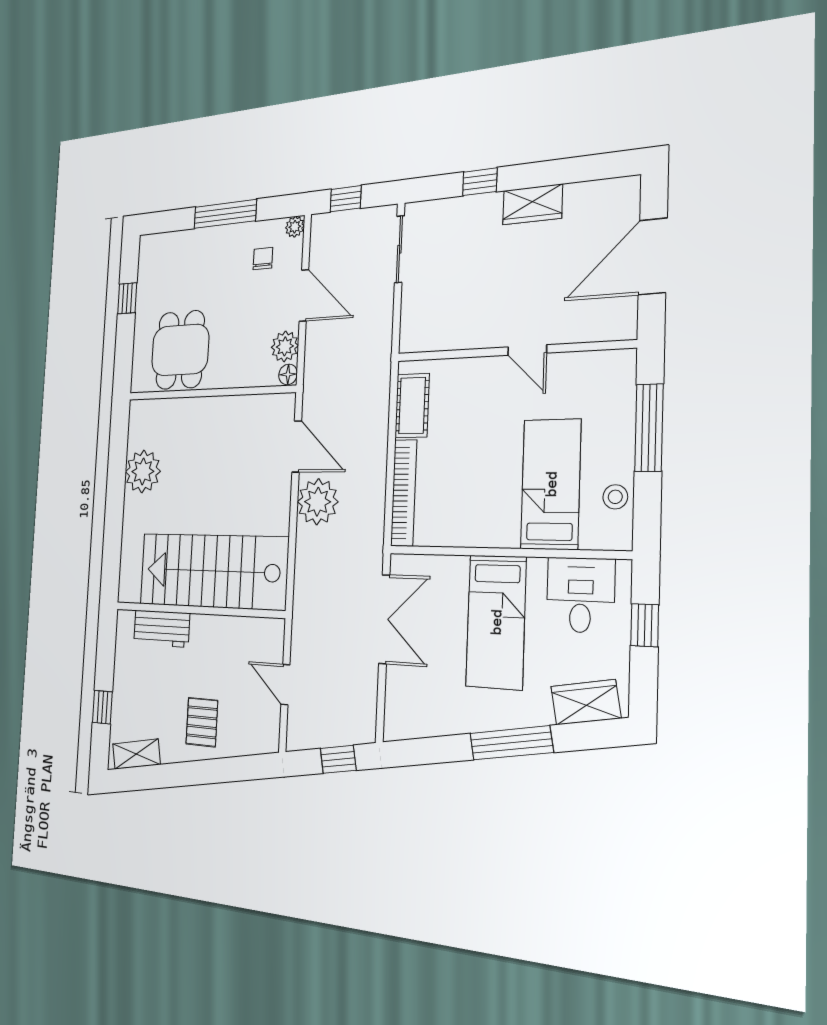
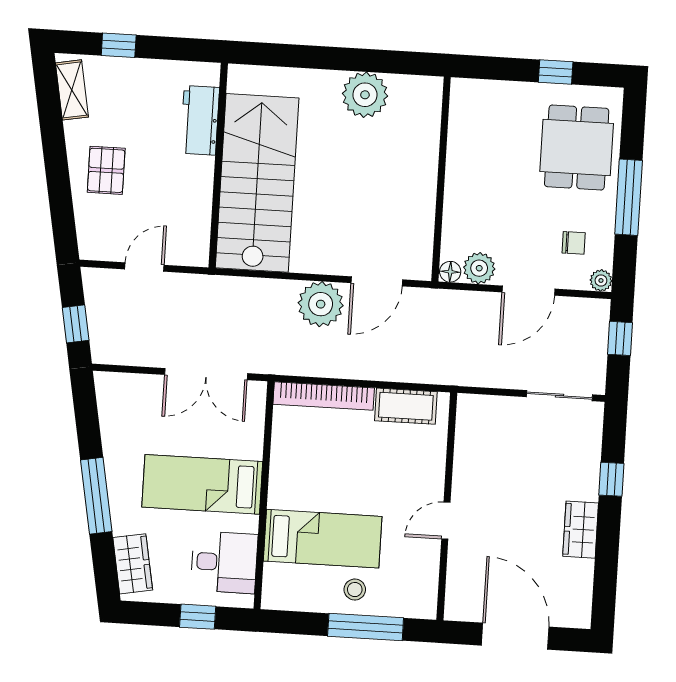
dining table: (180, 350) -> (577, 148), moved, turned 90
stool: (615, 497) -> (355, 590), moved
pallet: (202, 722) -> (106, 170), turned 90

